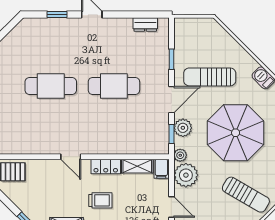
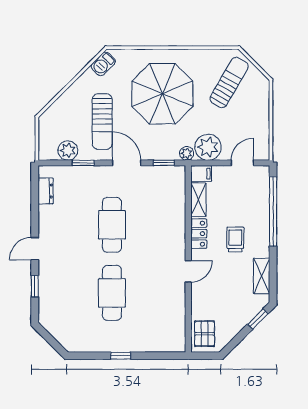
plant: (183, 128) -> (68, 150), moved

